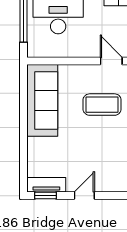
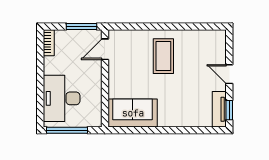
sofa: (42, 100) -> (133, 113), width x0.73
coffee table: (102, 105) -> (163, 56), moved

